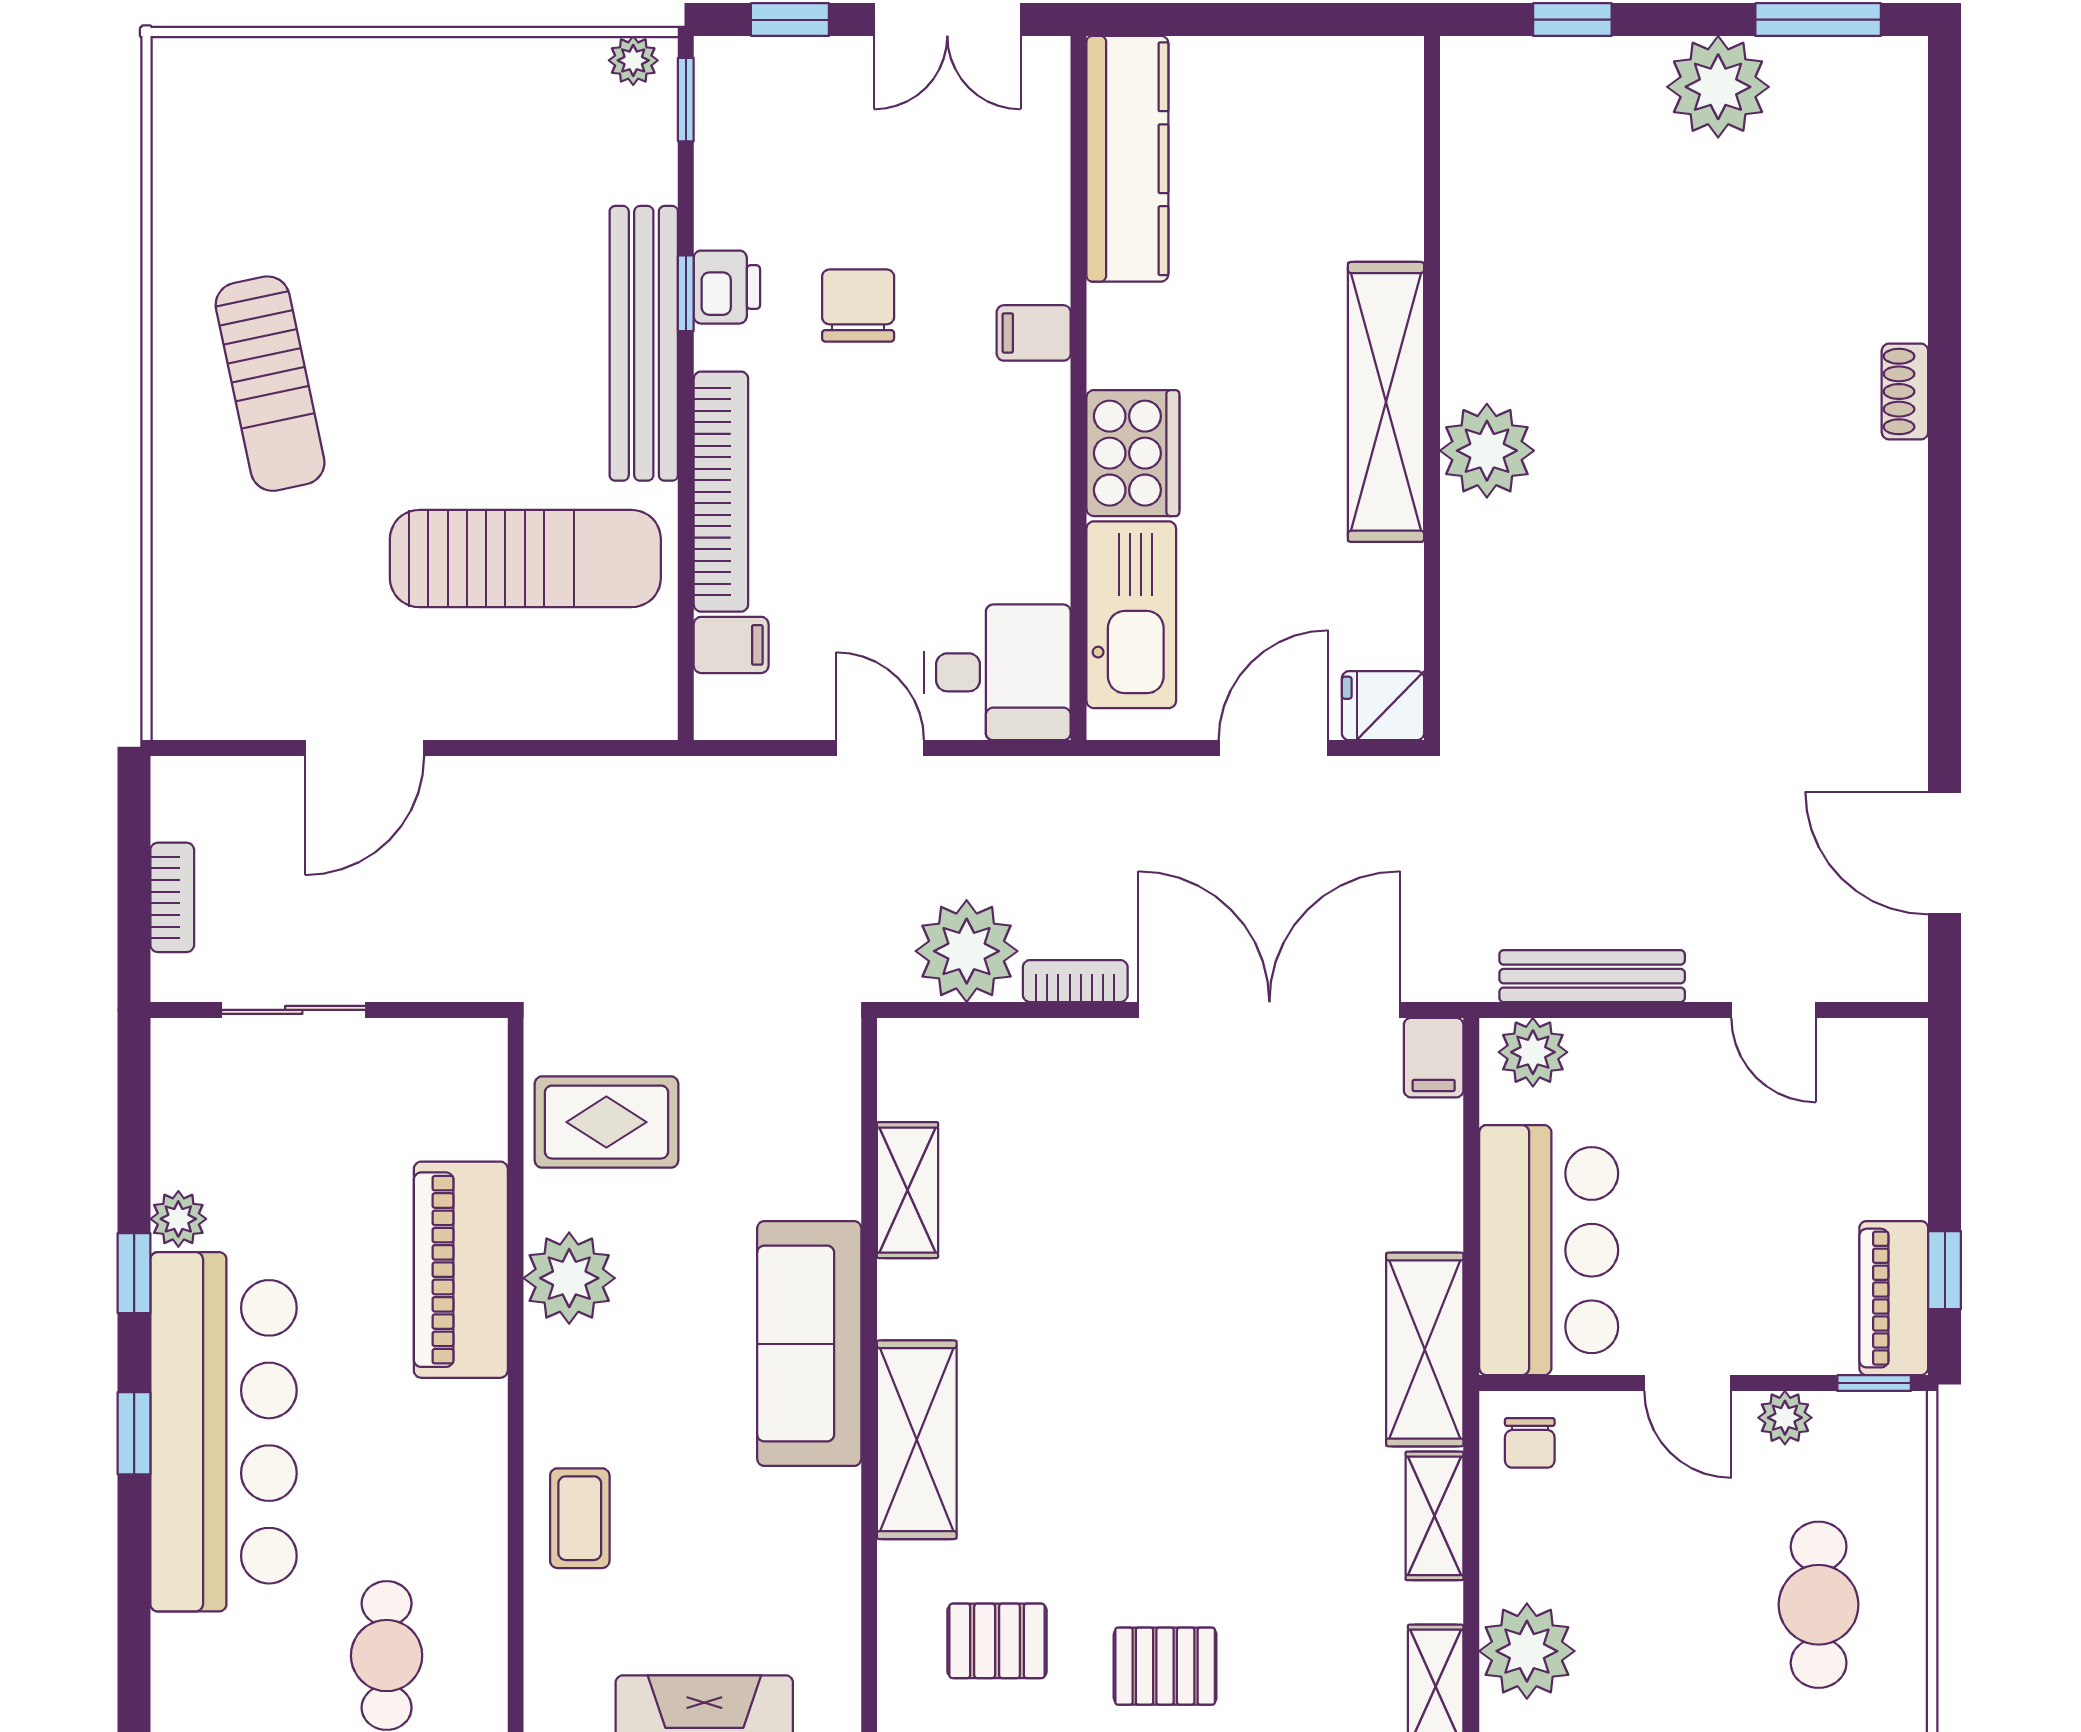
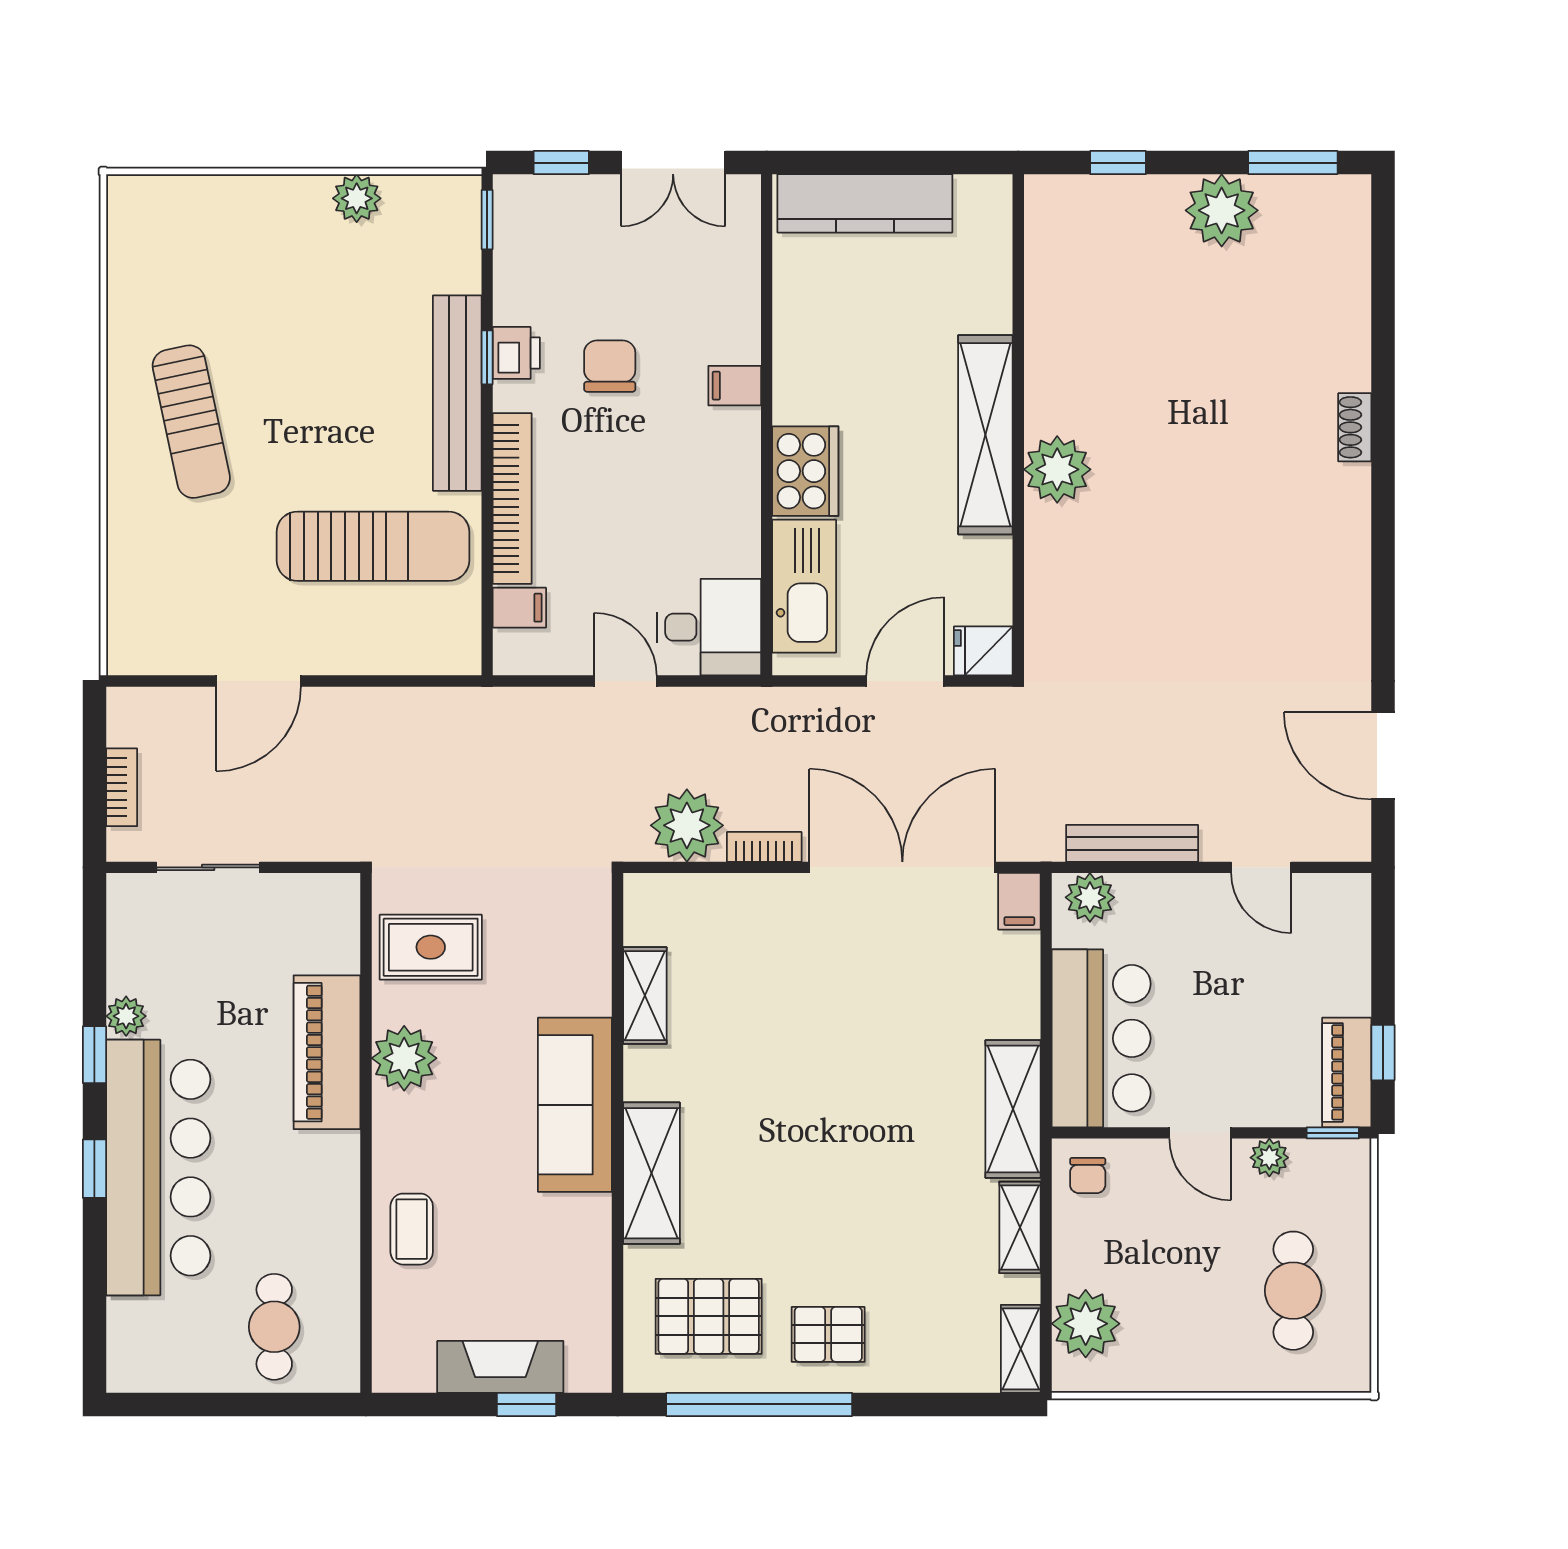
plant: (633, 60) -> (357, 198), moved, width x1.38, depth x1.38
kitchen counter: (1127, 159) -> (865, 203), moved, turned 90
pallet: (997, 1641) -> (709, 1316), width x1.50, depth x1.42

